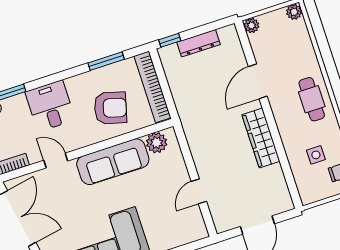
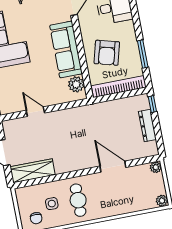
cafe table: (312, 99) -> (78, 200), moved, turned 90
wardrobe: (261, 138) -> (33, 171), moved

